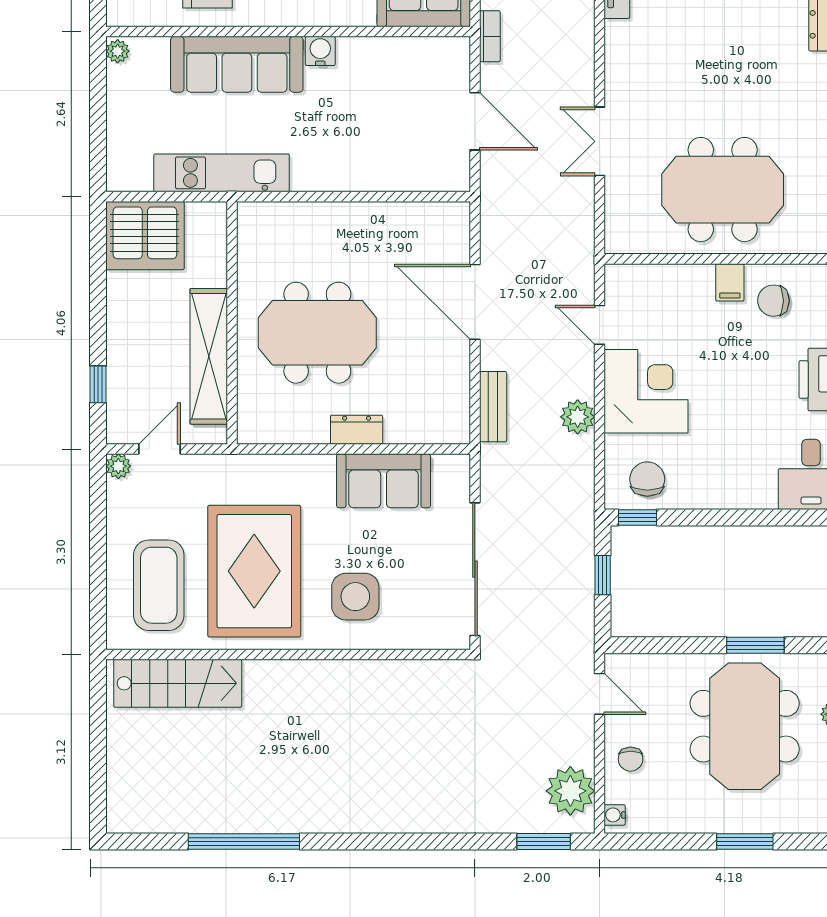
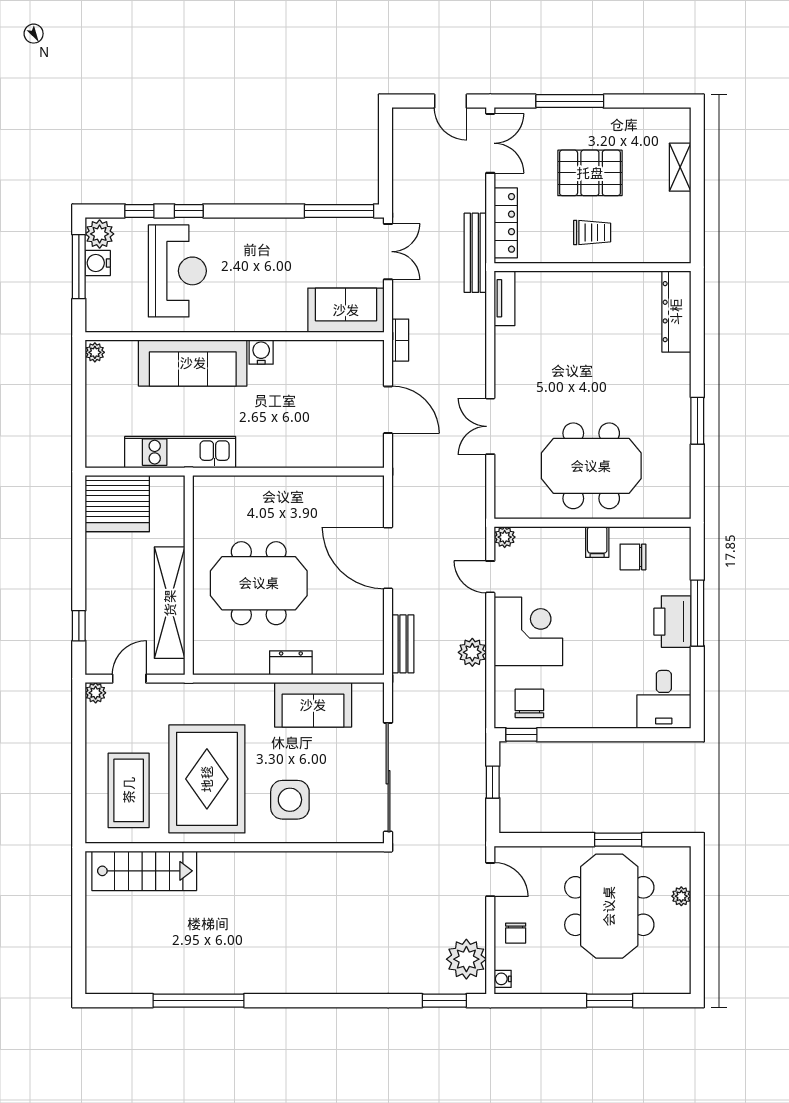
plant: (617, 276) -> (505, 537), added

